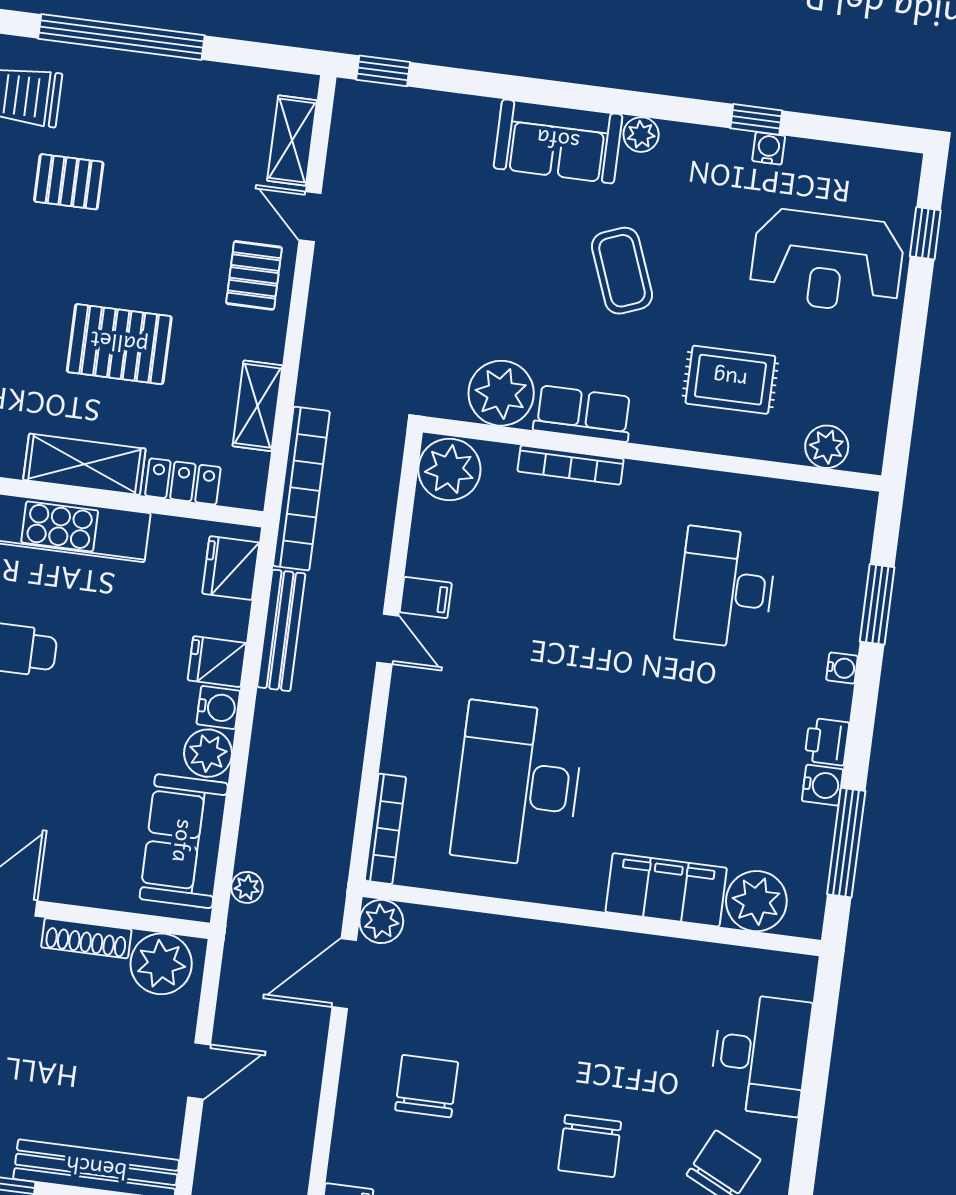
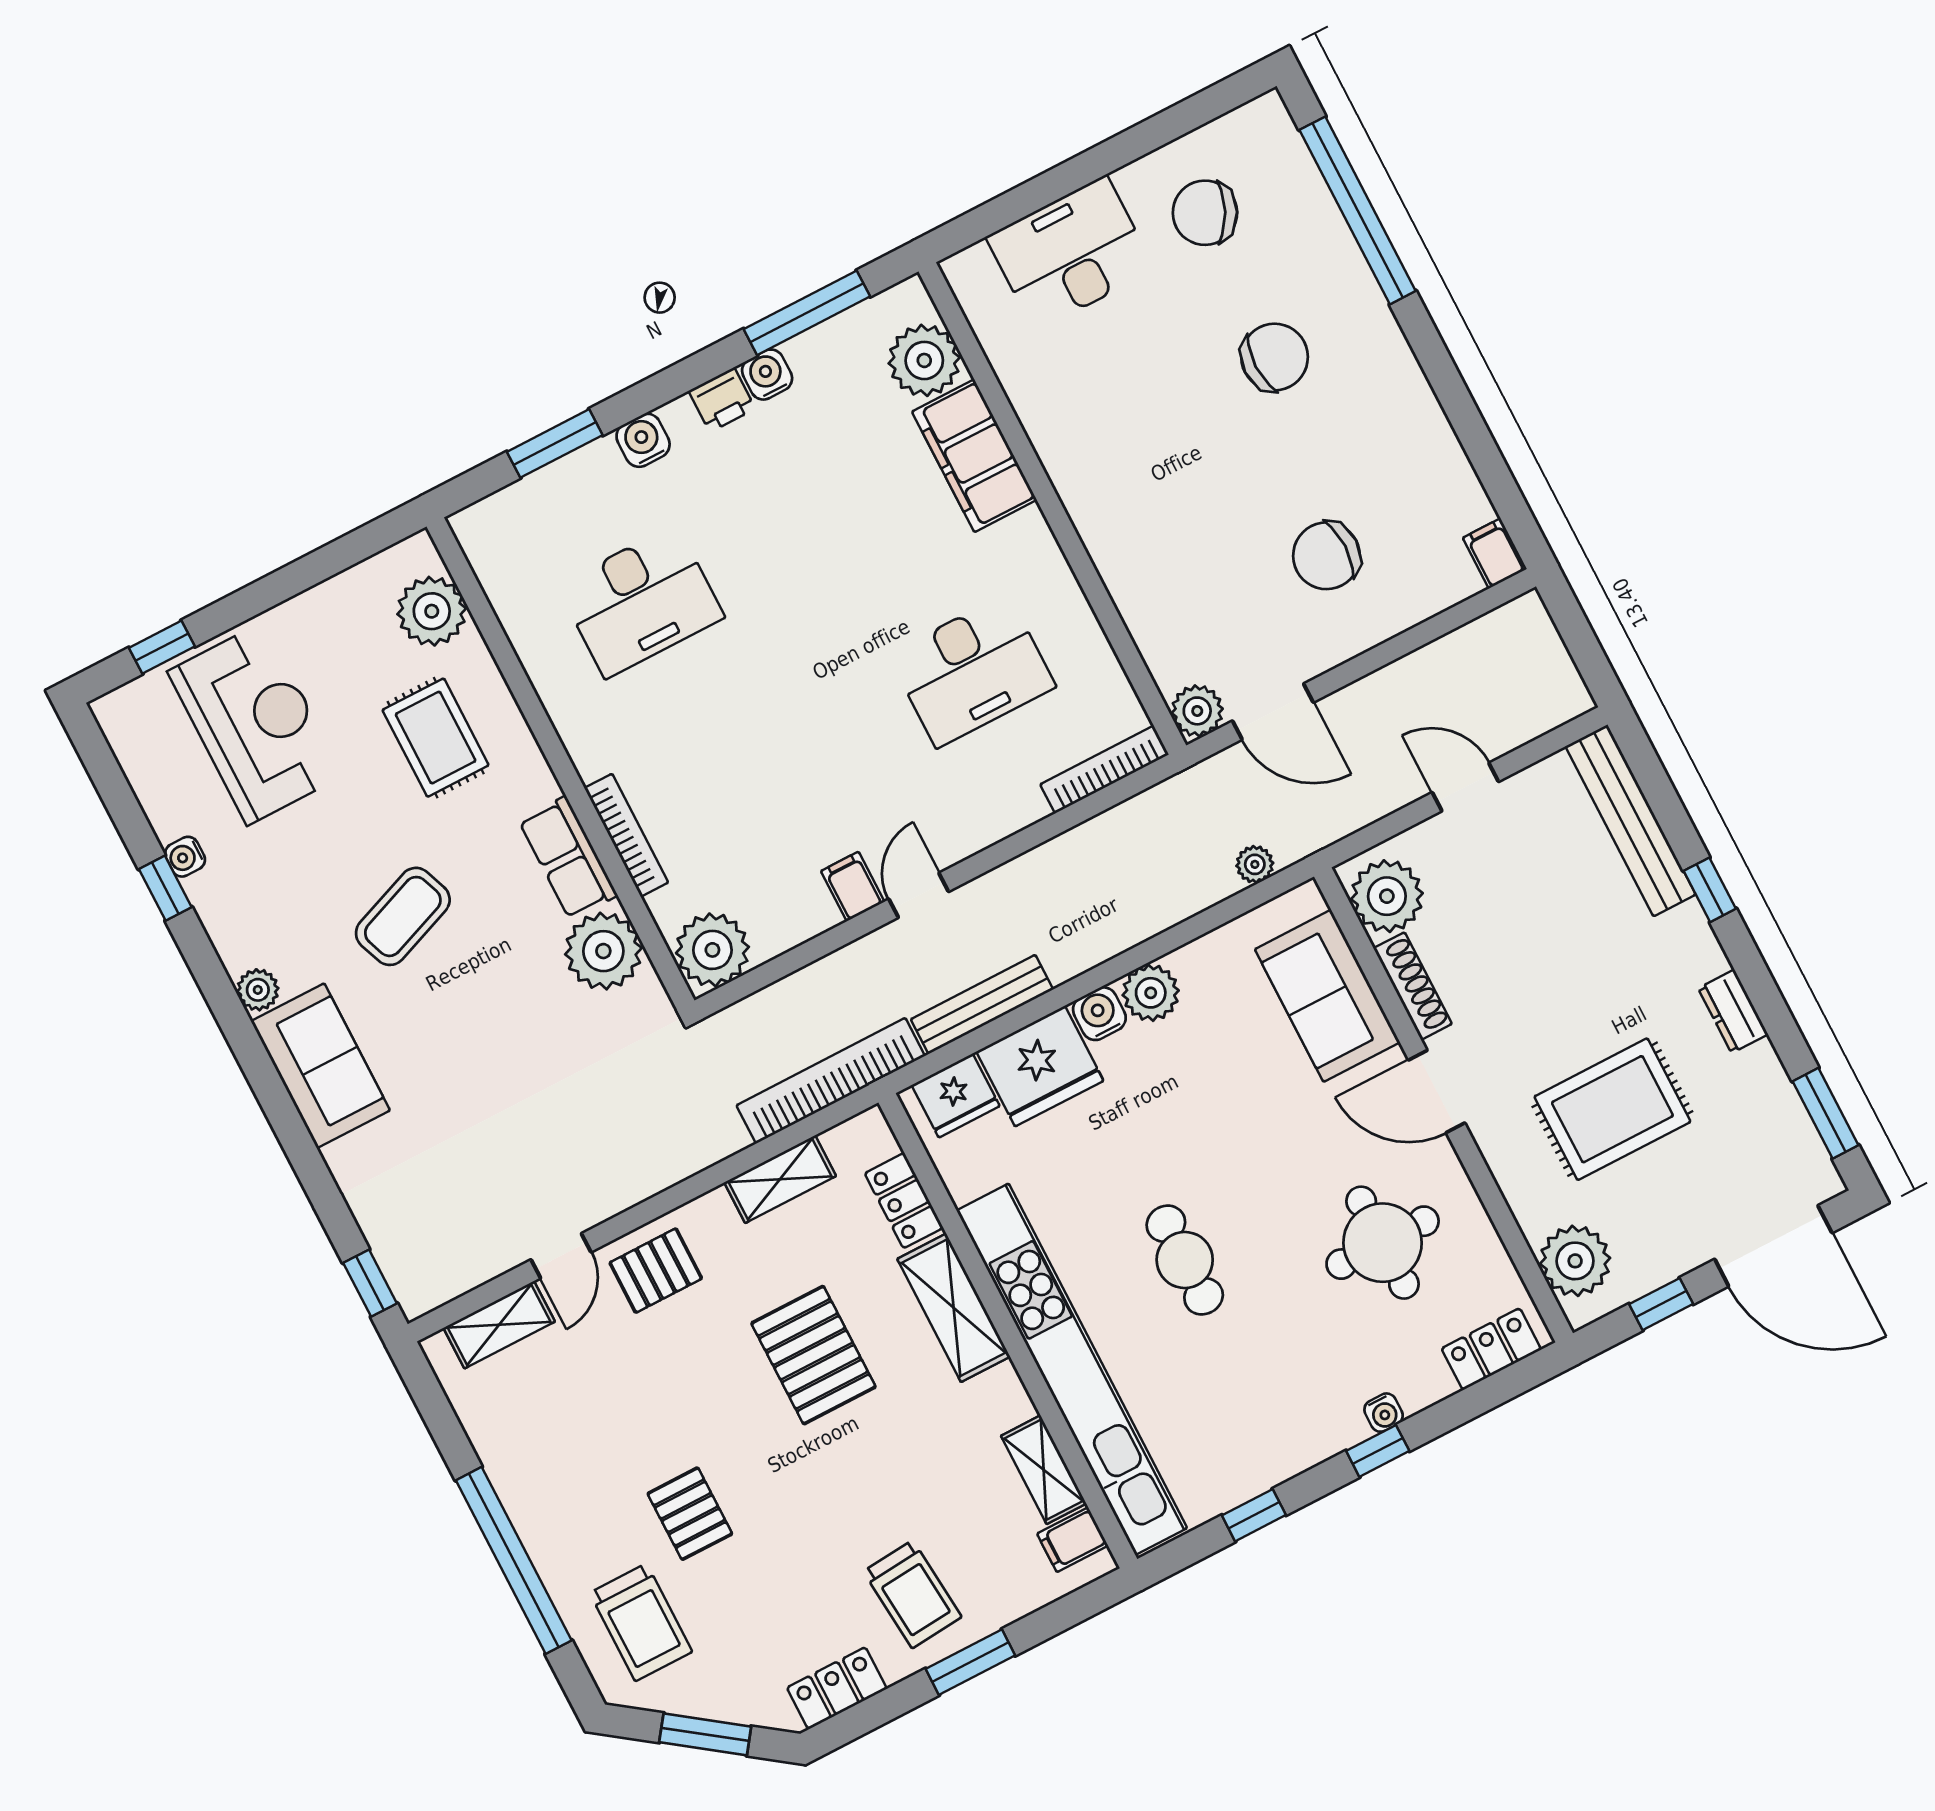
plant: (827, 447) -> (432, 611), width x1.36, depth x1.36
fridge: (217, 662) -> (1040, 1066), width x1.88, depth x1.34
water cooler: (842, 668) -> (643, 440), width x1.38, depth x1.38
desk: (518, 785) -> (972, 671), width x0.73, depth x0.77
sofa: (184, 841) -> (1327, 996), moved, turned 90

